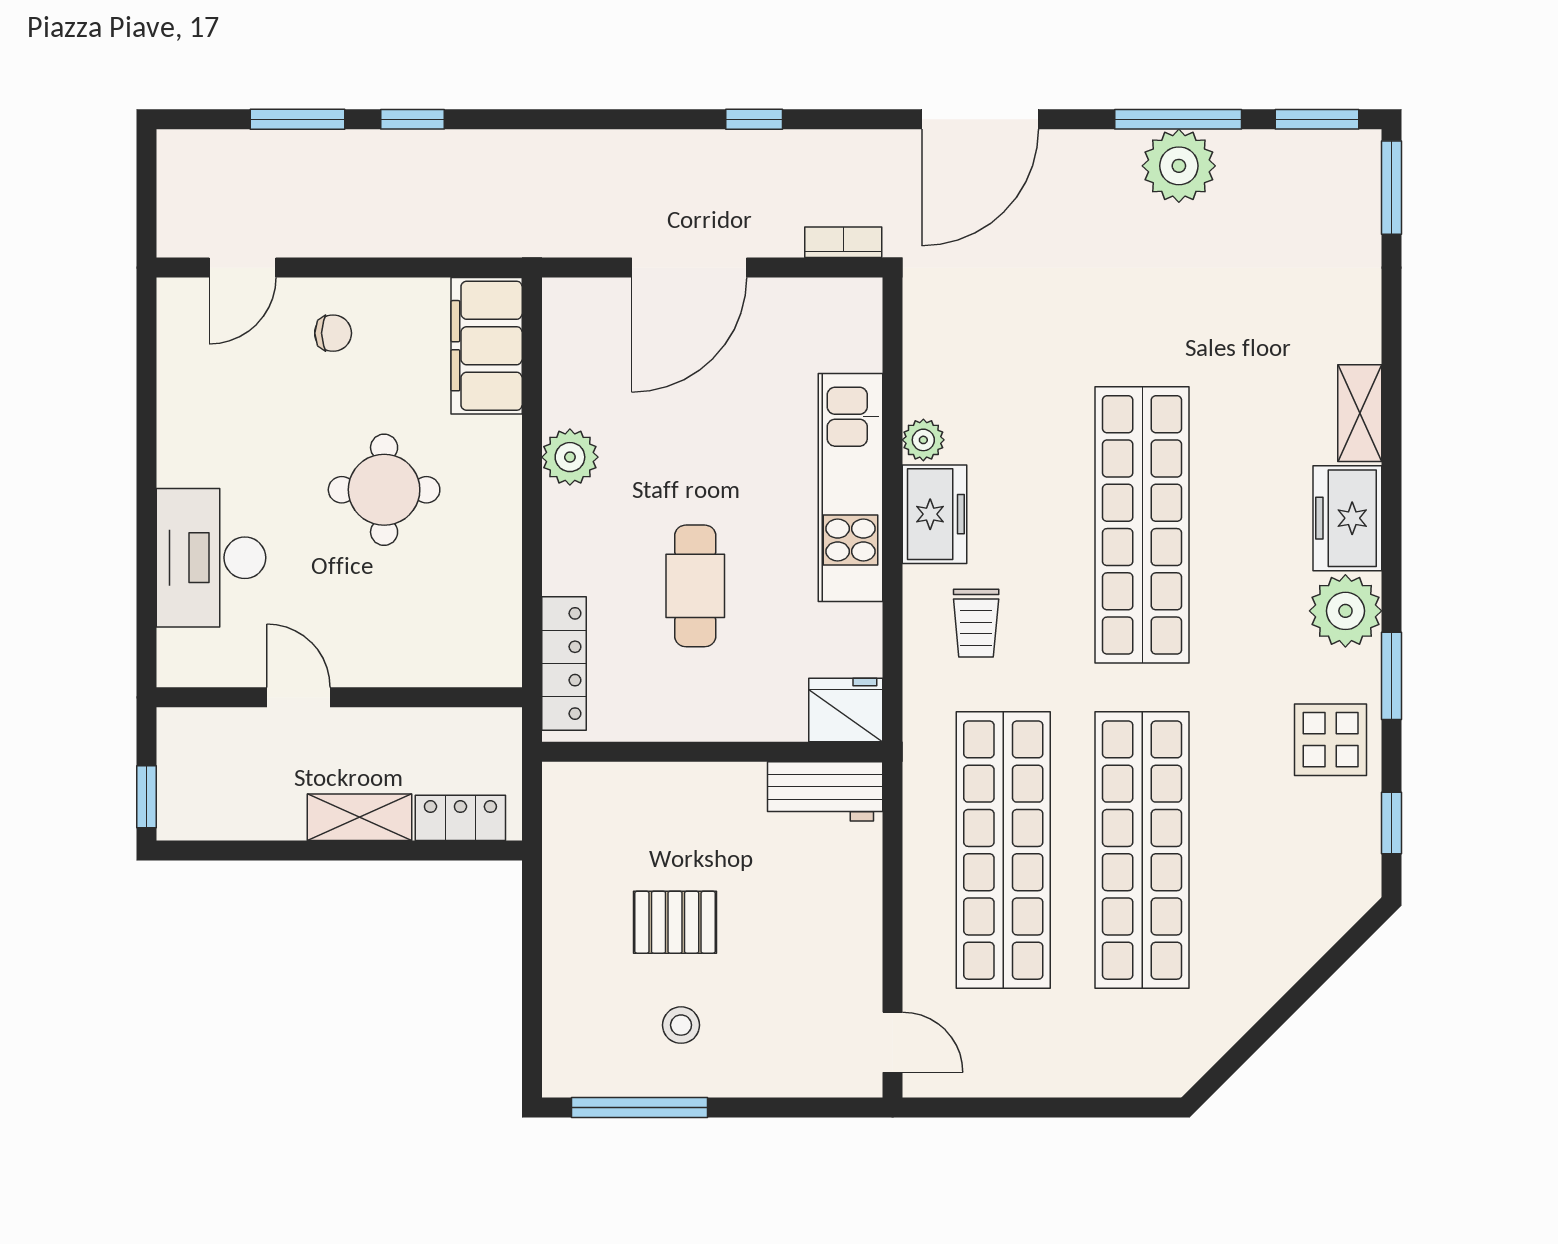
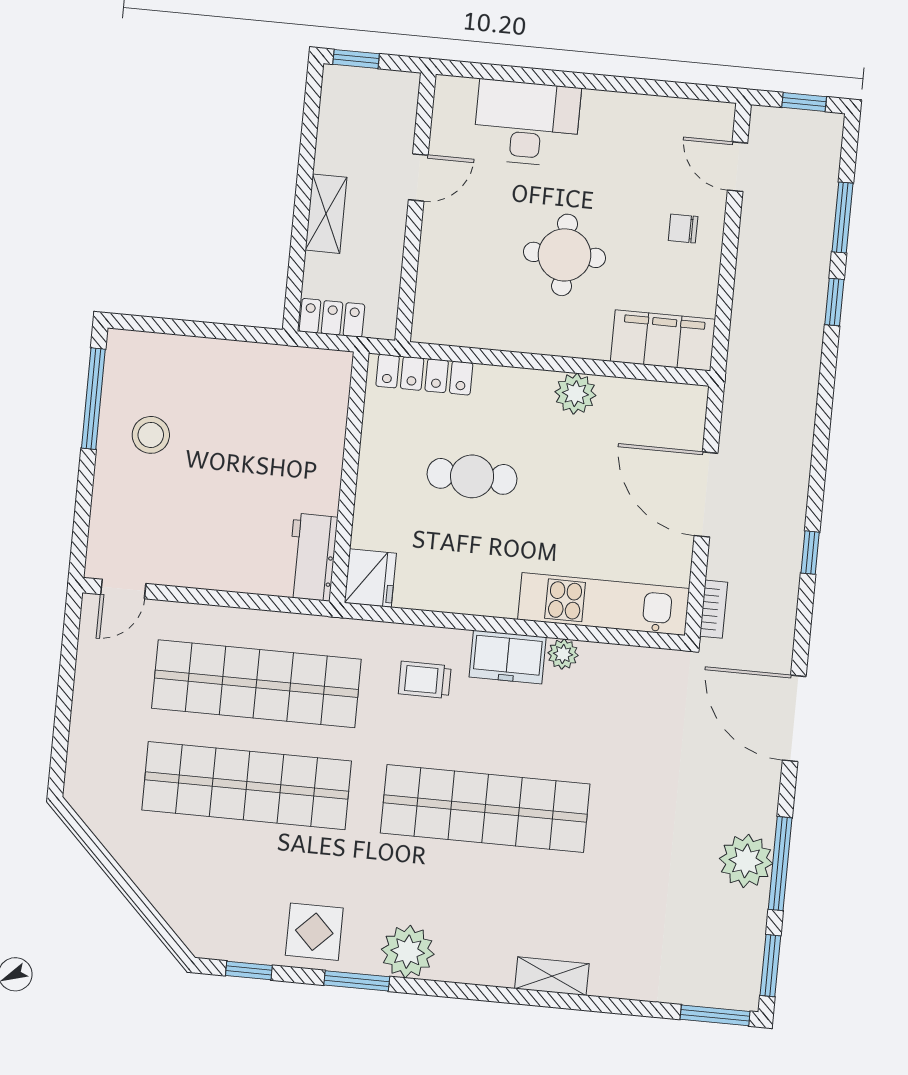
window: (147, 186) -> (804, 102), added
chair: (333, 333) -> (683, 229), turned 90
kitchen unit: (850, 487) -> (604, 604), moved
freezer: (1347, 518) -> (476, 960), removed
locker: (460, 818) -> (332, 318), moved, turned -90
pallet: (675, 922) -> (227, 438), removed
stool: (681, 1025) -> (151, 435), width x1.37, depth x1.37

